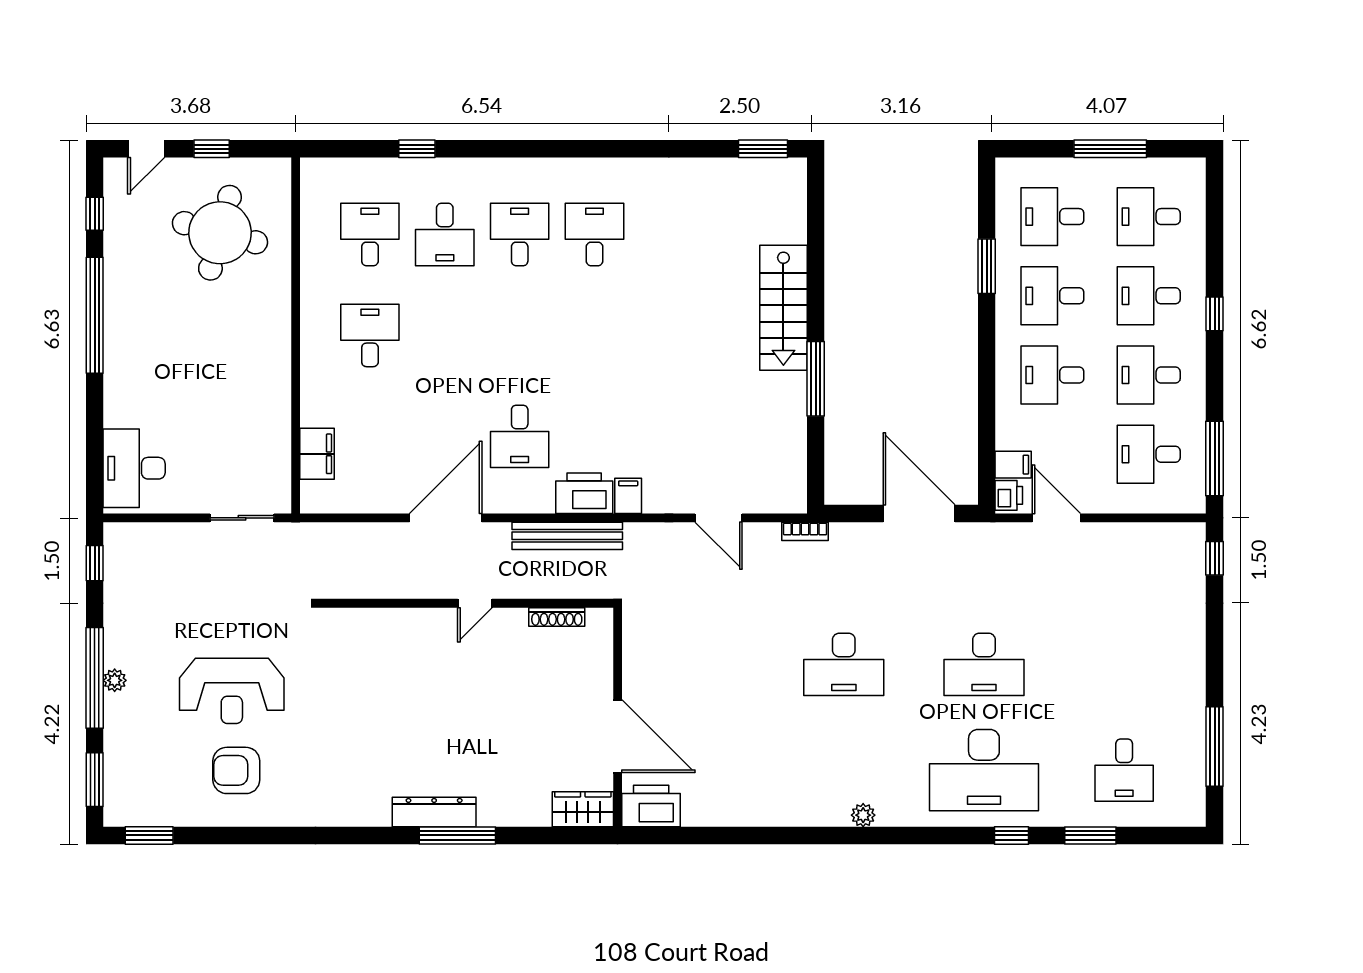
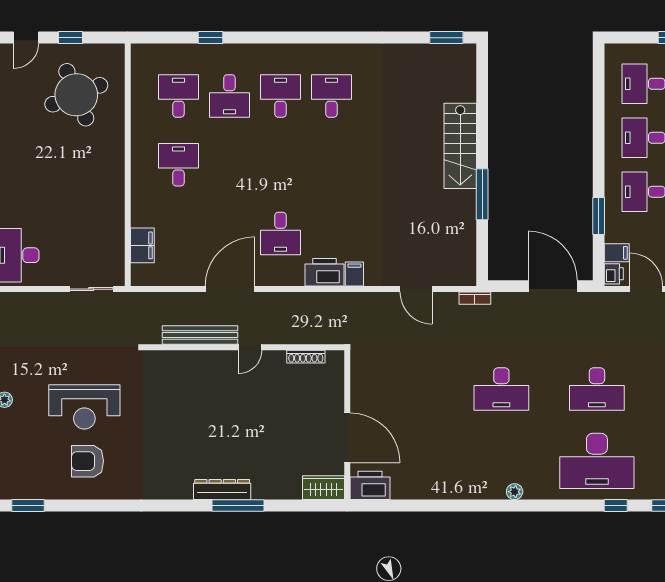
round table: (220, 233) -> (76, 95), turned -37
window: (987, 266) -> (599, 216), moved
bench: (567, 536) -> (200, 335), moved

